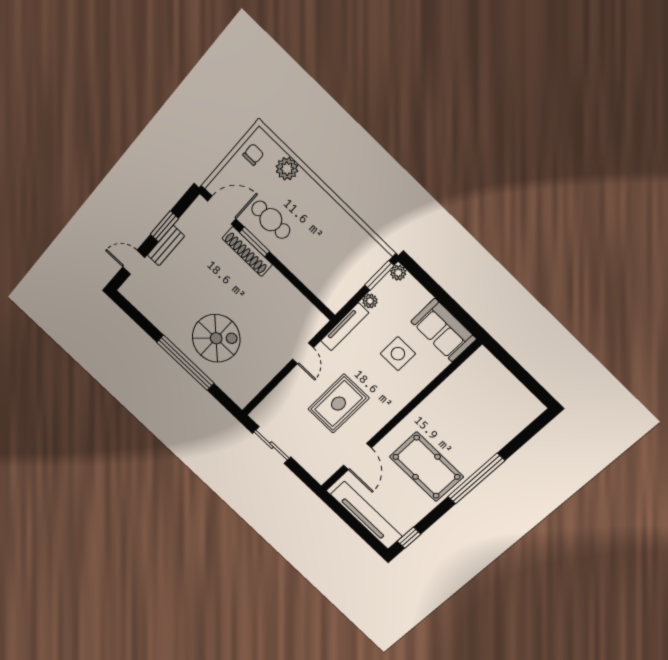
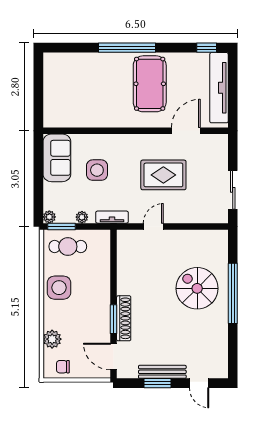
cafe table: (271, 220) -> (68, 247), moved, turned 90
side table: (327, 220) -> (59, 288), added
bench: (166, 246) -> (162, 372), width x1.36
tv unit: (345, 327) -> (112, 217), width x0.71

